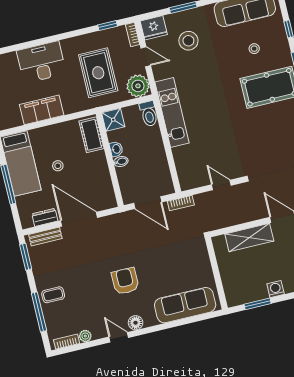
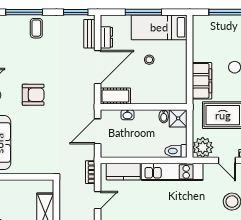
door: (146, 57) -> (227, 160), hinge flipped
filing cabinet: (42, 110) -> (202, 81), moved
cot: (91, 135) -> (115, 96), moved
washbasin: (116, 149) -> (127, 115), moved
bidet: (121, 162) -> (164, 116), moved
kitchen counter: (184, 165) -> (123, 172), added
bookcase: (181, 203) -> (90, 172), moved

